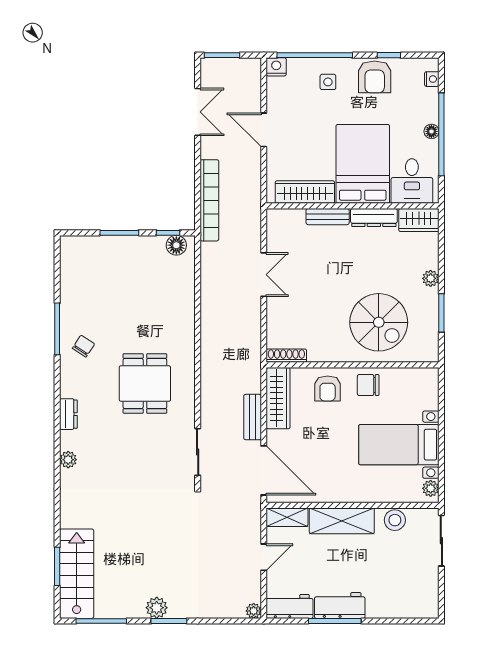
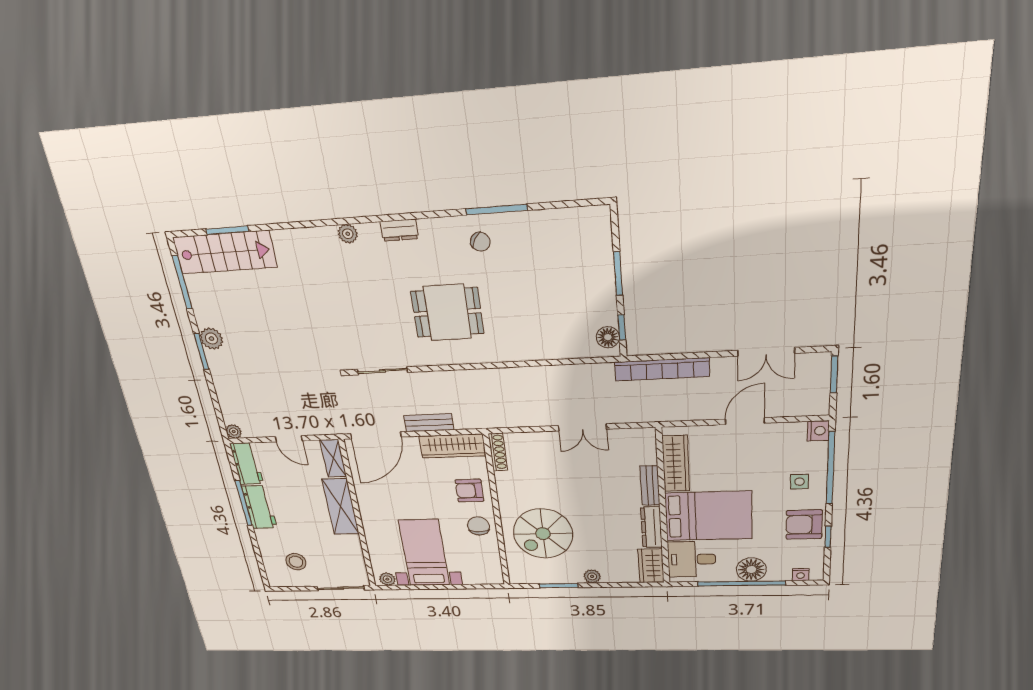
floor lamp: (431, 131) -> (751, 570), width x1.89, depth x1.89
stool: (395, 520) -> (296, 562), moved

